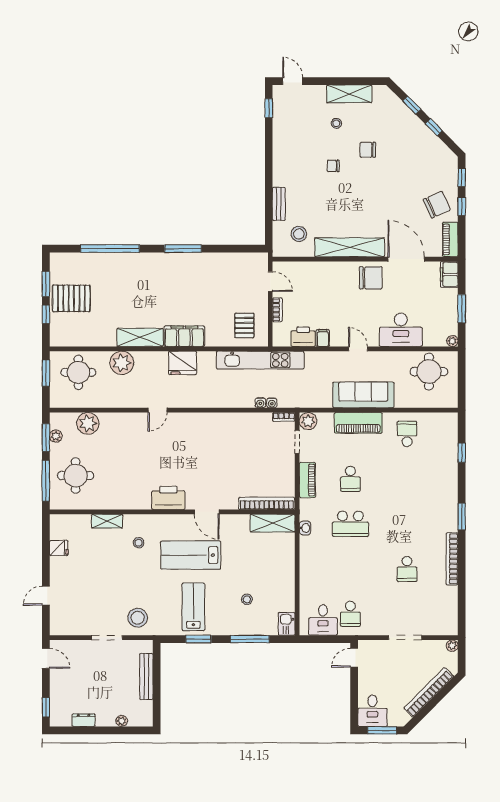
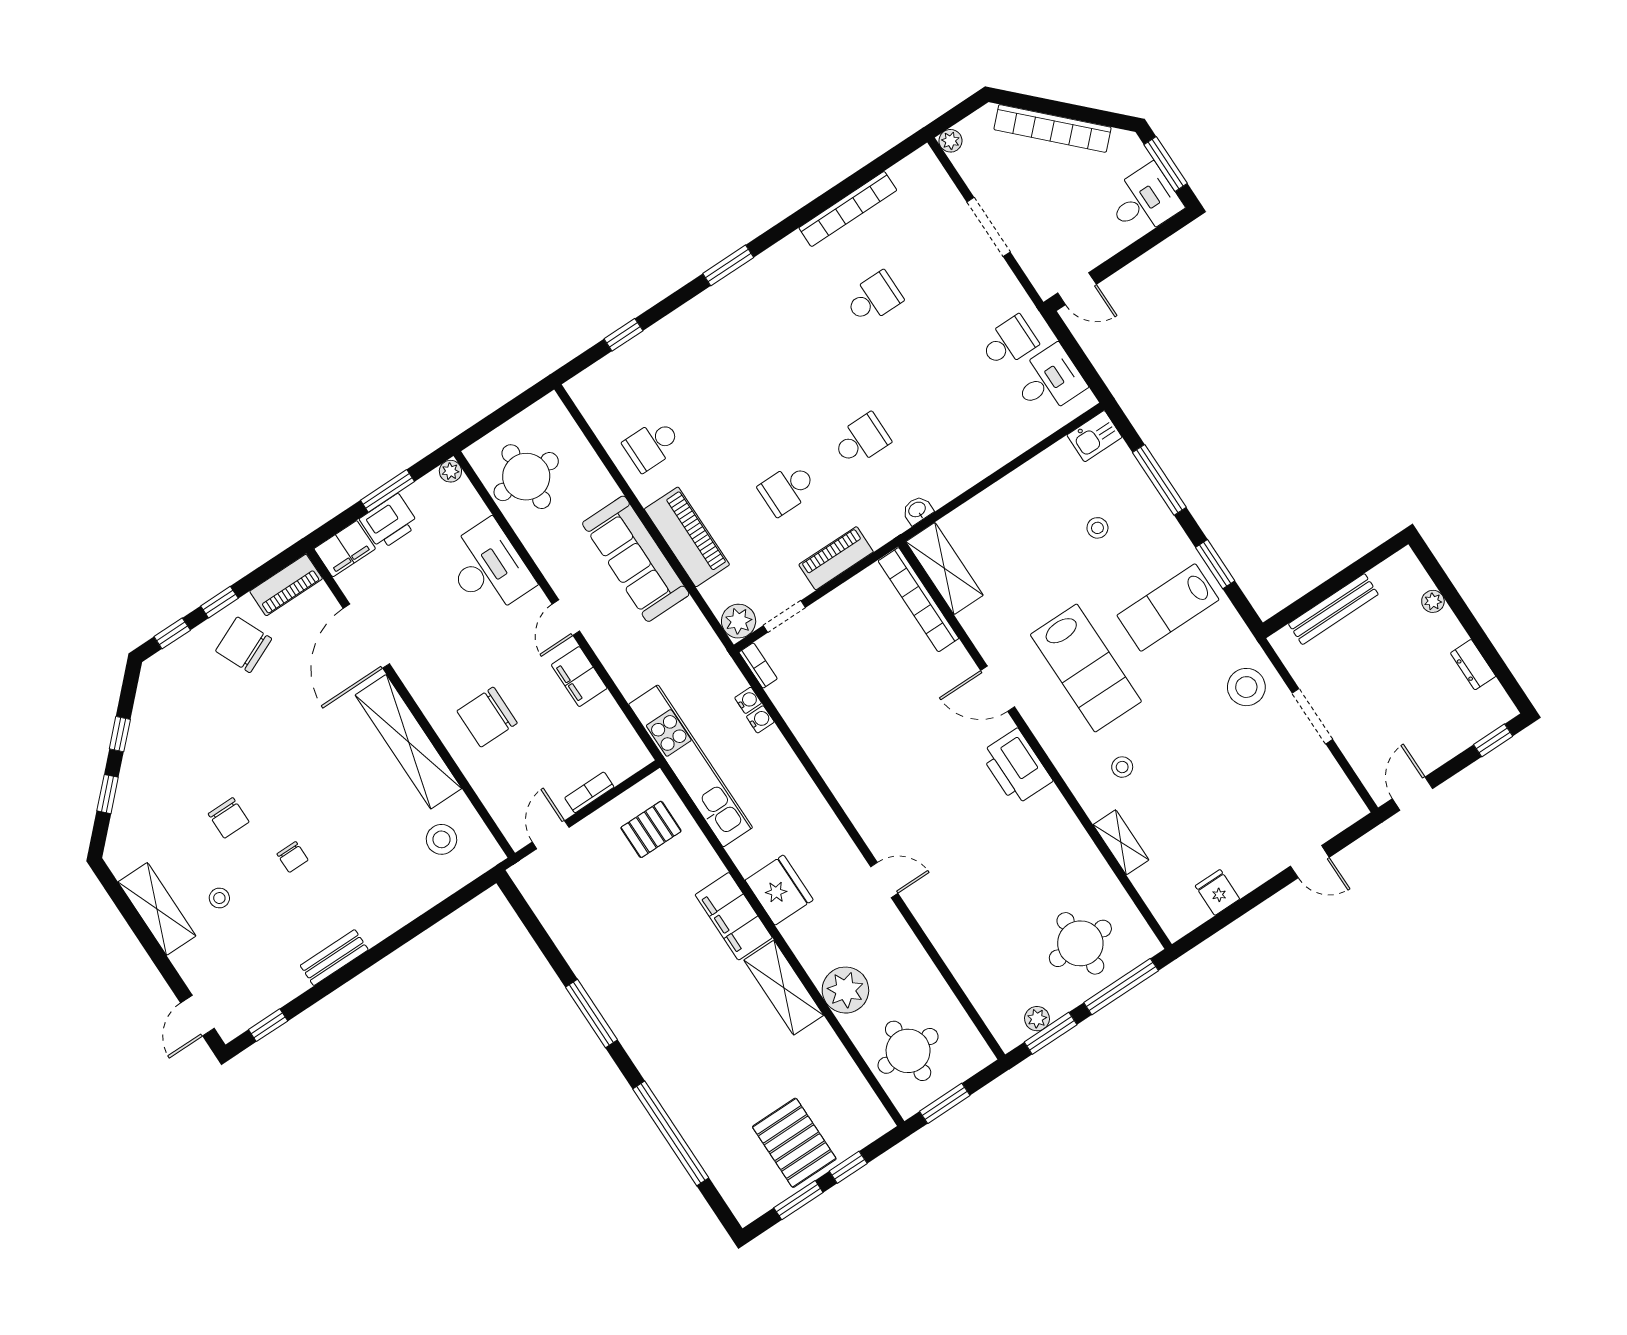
bench: (279, 204) -> (334, 958), moved
chair: (371, 278) -> (487, 717), moved, turned -90
printer: (303, 337) -> (389, 522), moved, turned -90
filing cabinet: (323, 338) -> (579, 677), width x2.00
plant: (88, 423) -> (982, 980), removed
school desk: (350, 479) -> (787, 489), turned 180
door: (207, 512) -> (998, 689), swing flipped
school desk: (350, 524) -> (861, 440), width x0.54
bookcase: (452, 559) -> (848, 209), moved

